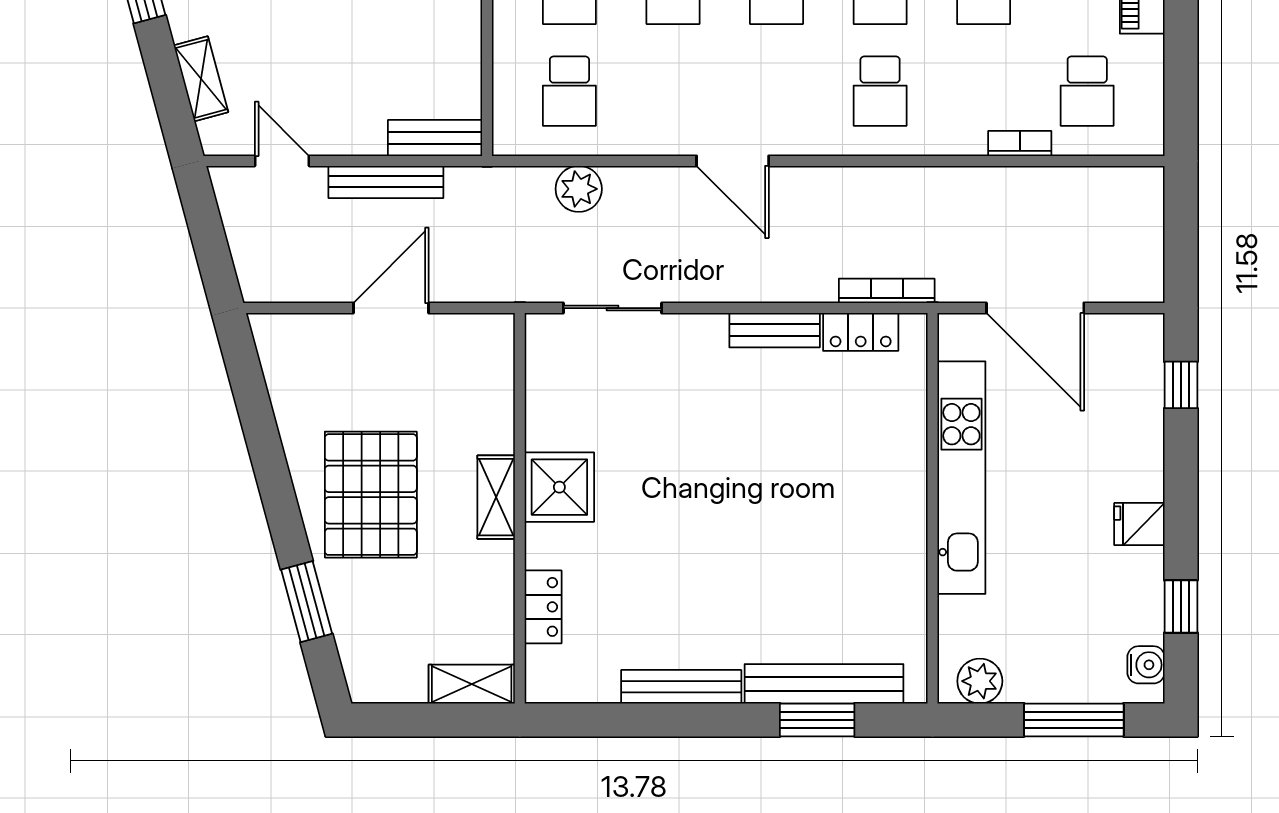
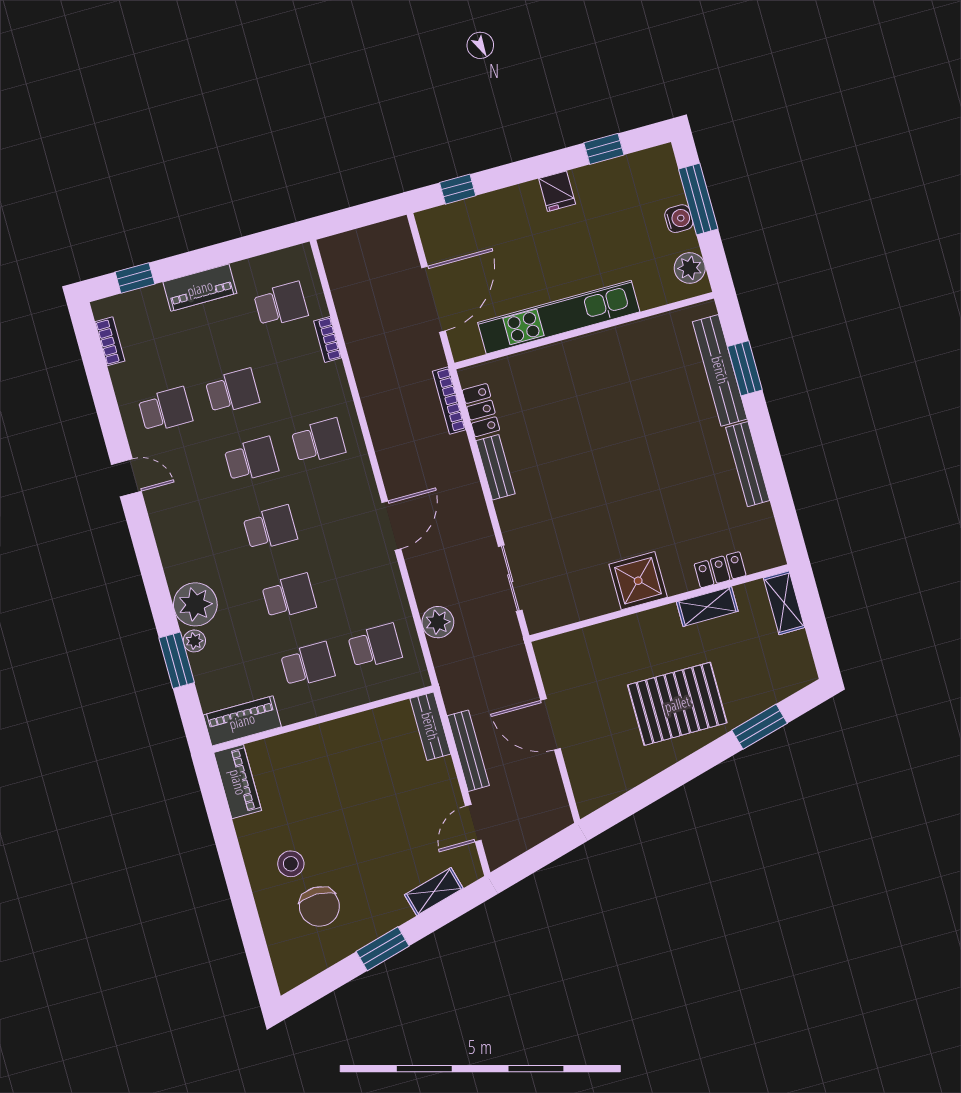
shelving: (496, 497) -> (707, 607), moved
water cooler: (1146, 665) -> (679, 219), moved, turned 90

